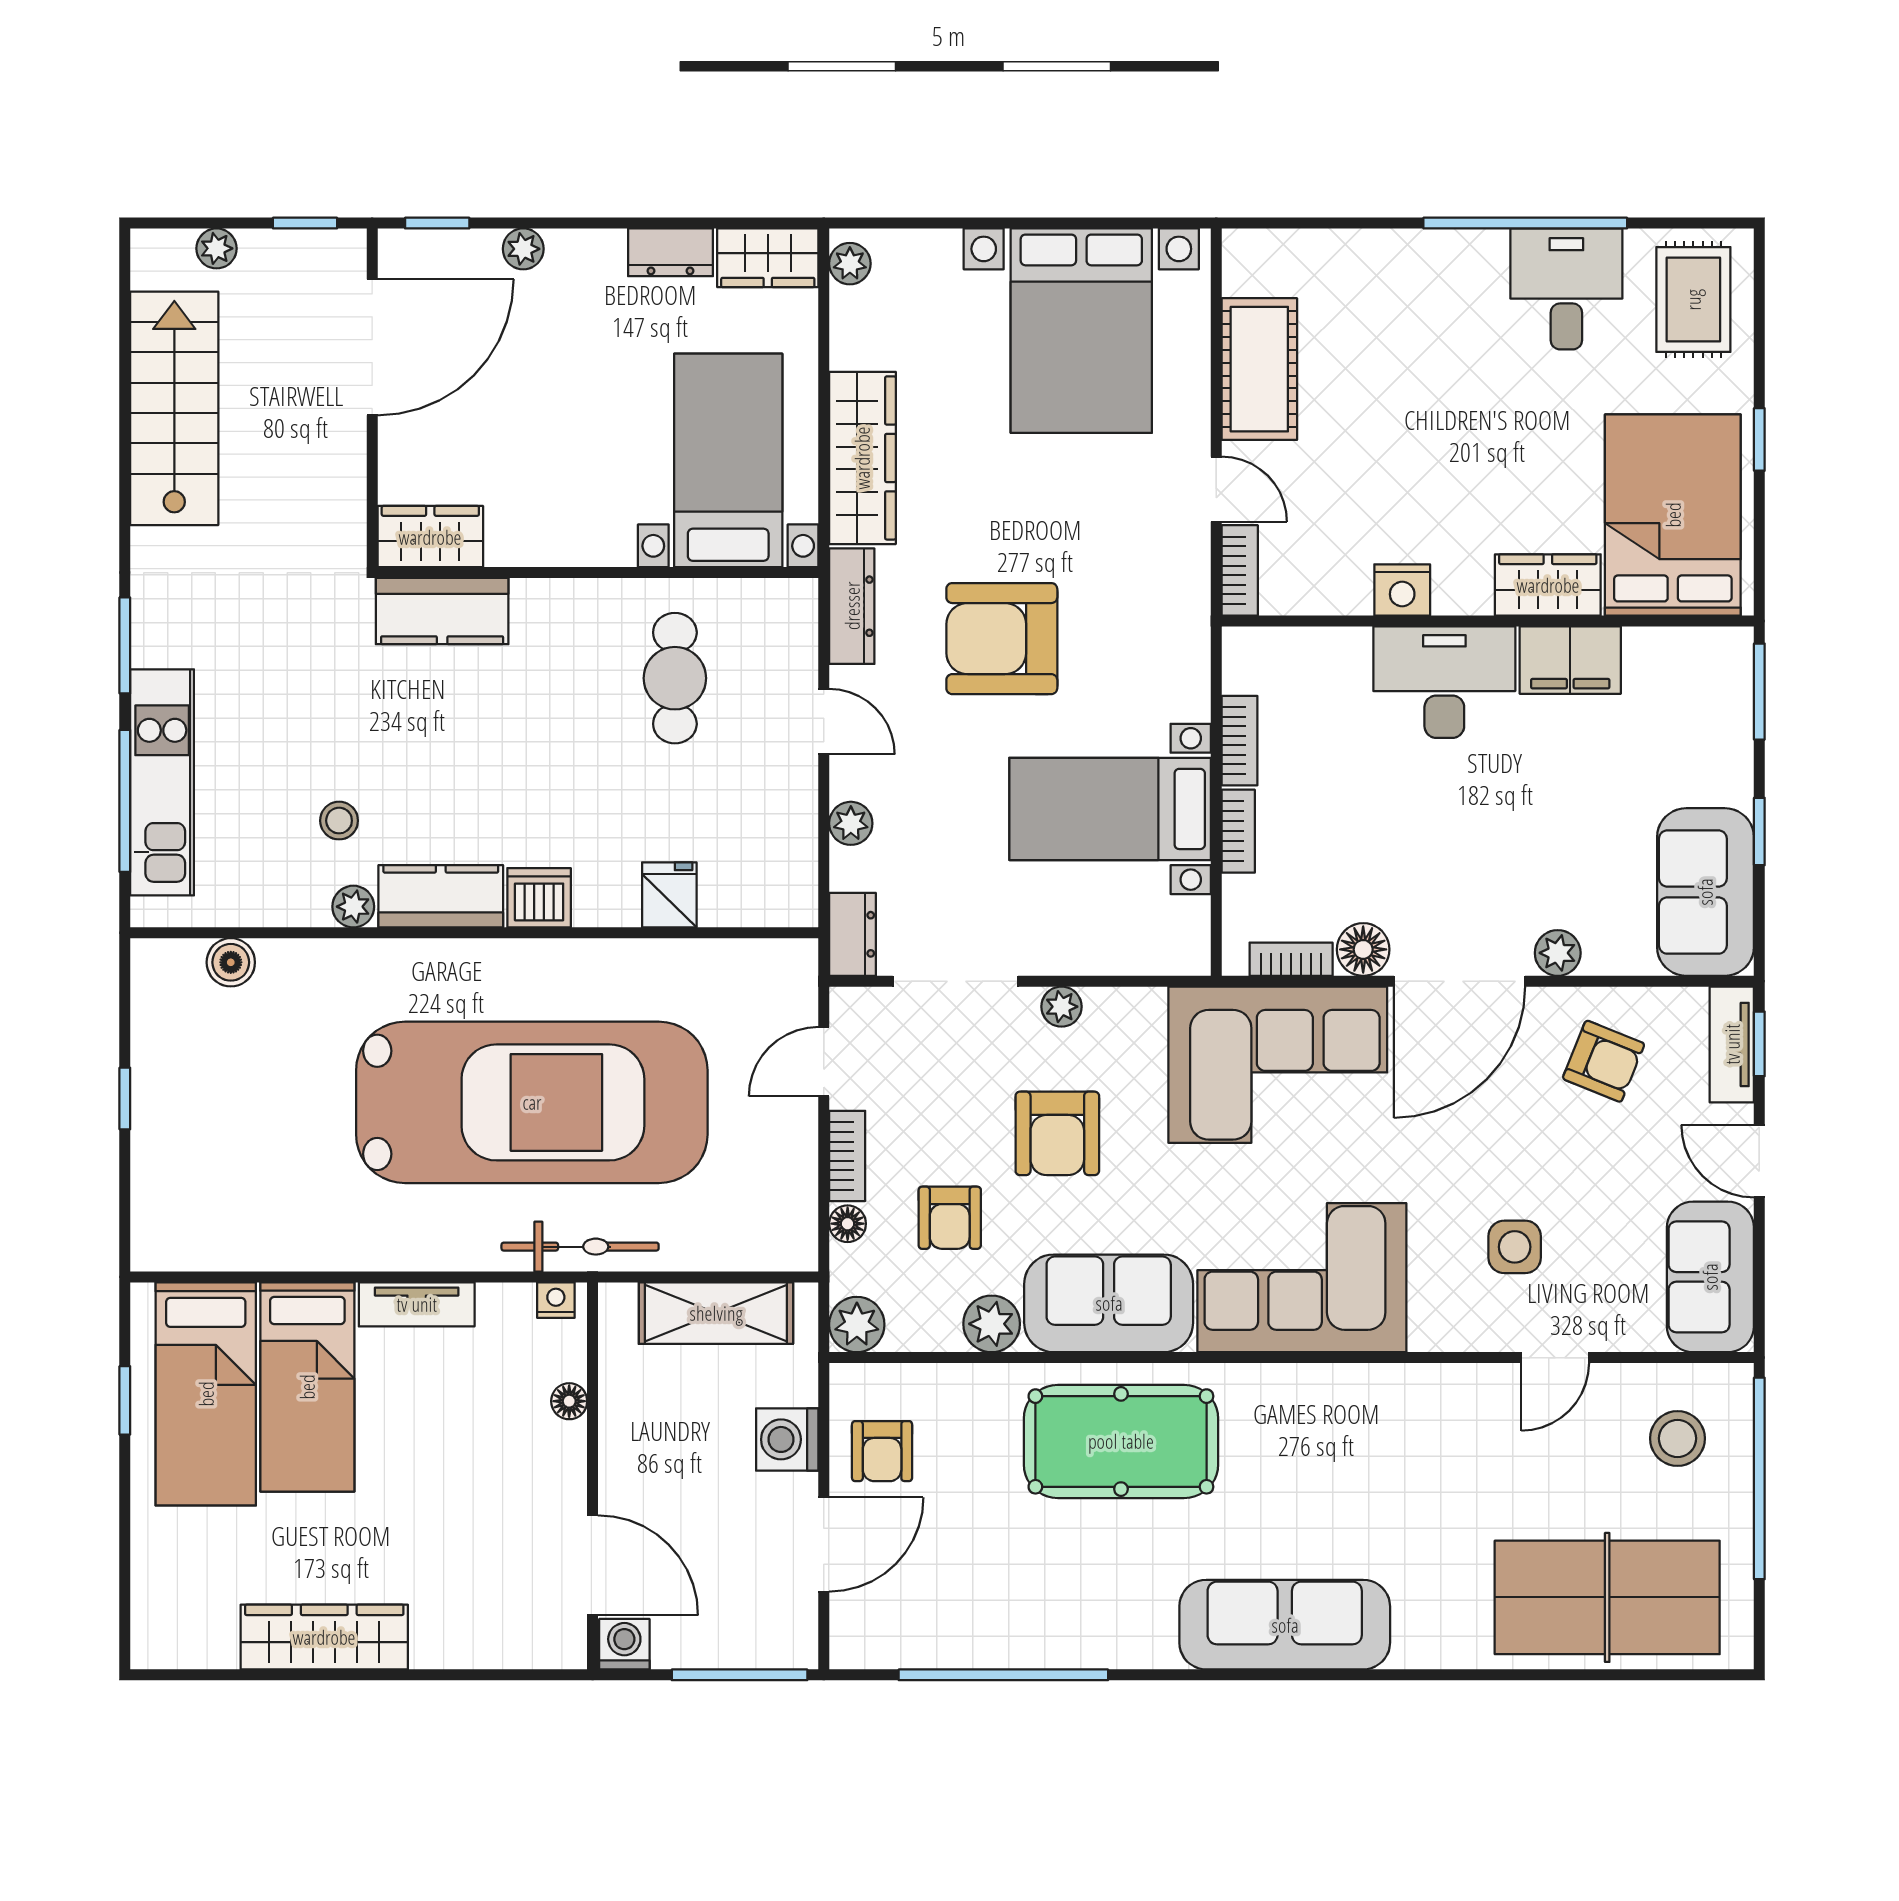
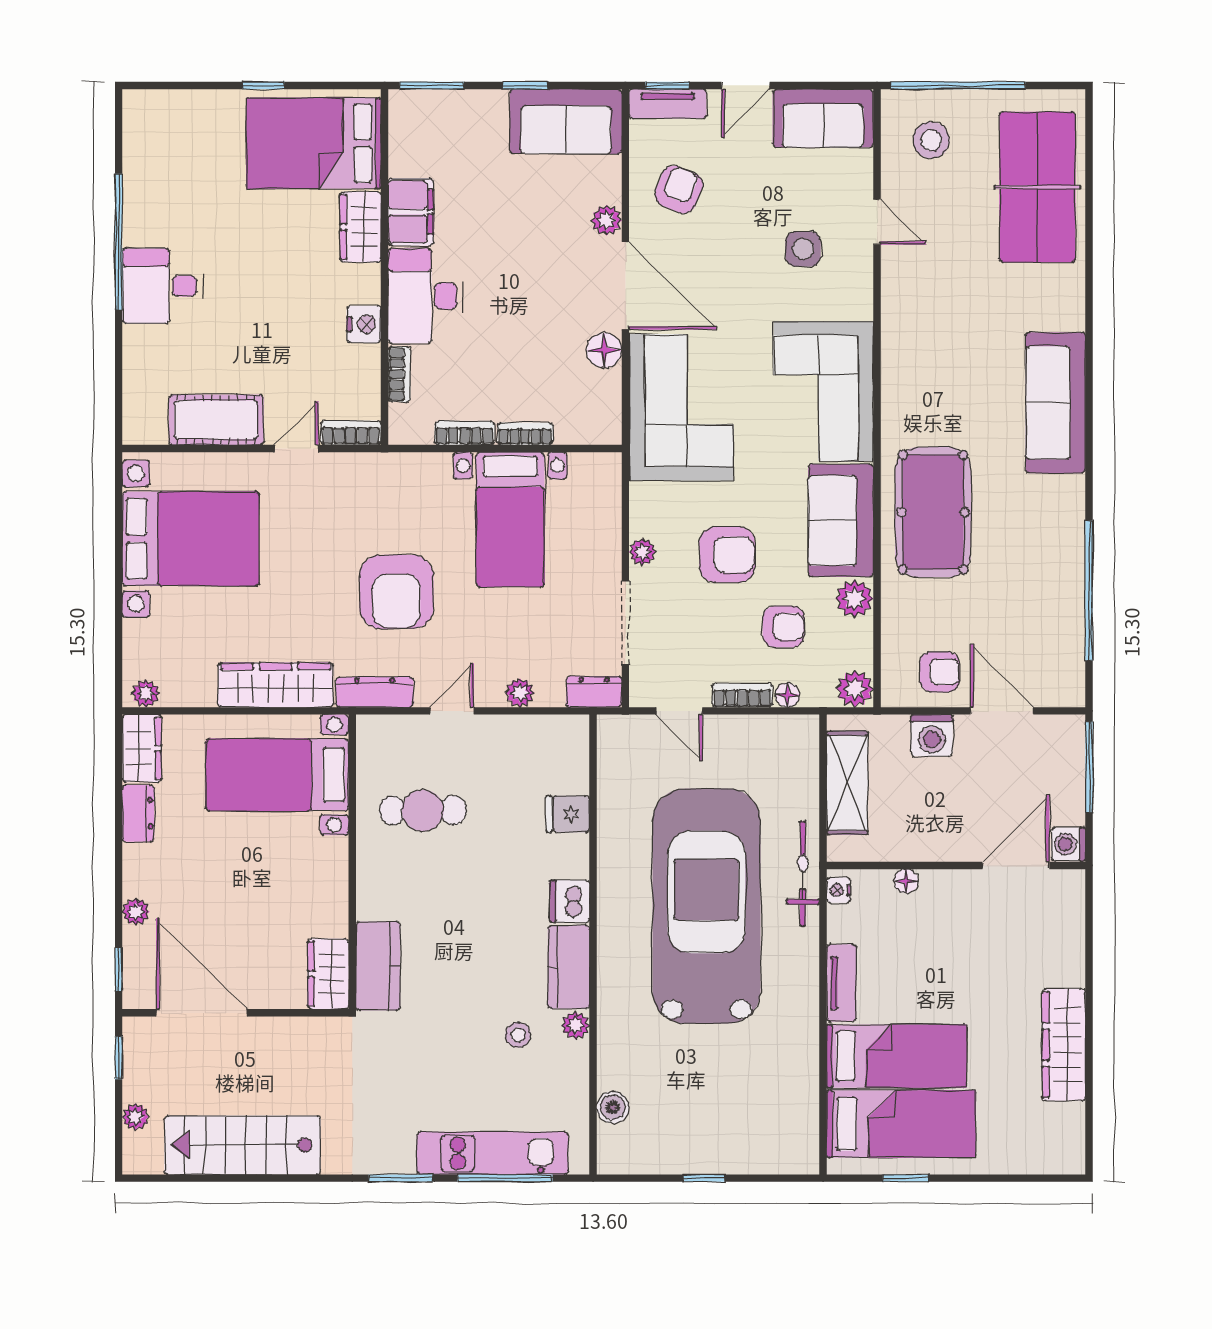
desk: (1566, 289) -> (163, 286), moved
rug: (1693, 300) -> (170, 130), removed
bookcase: (1291, 959) -> (399, 374), moved, turned 180

